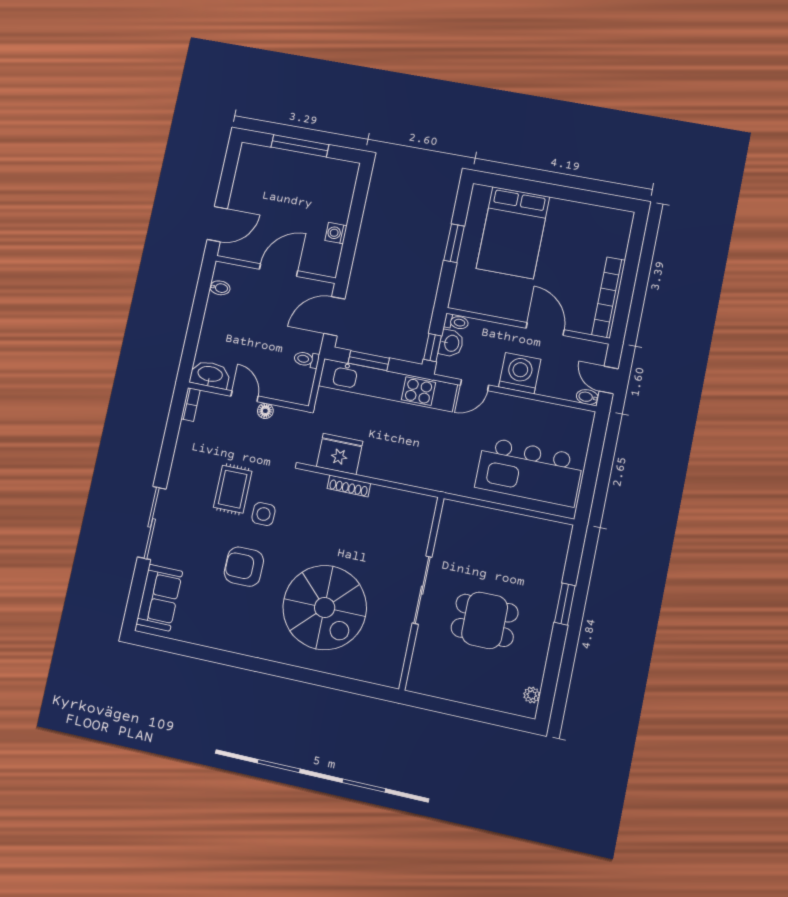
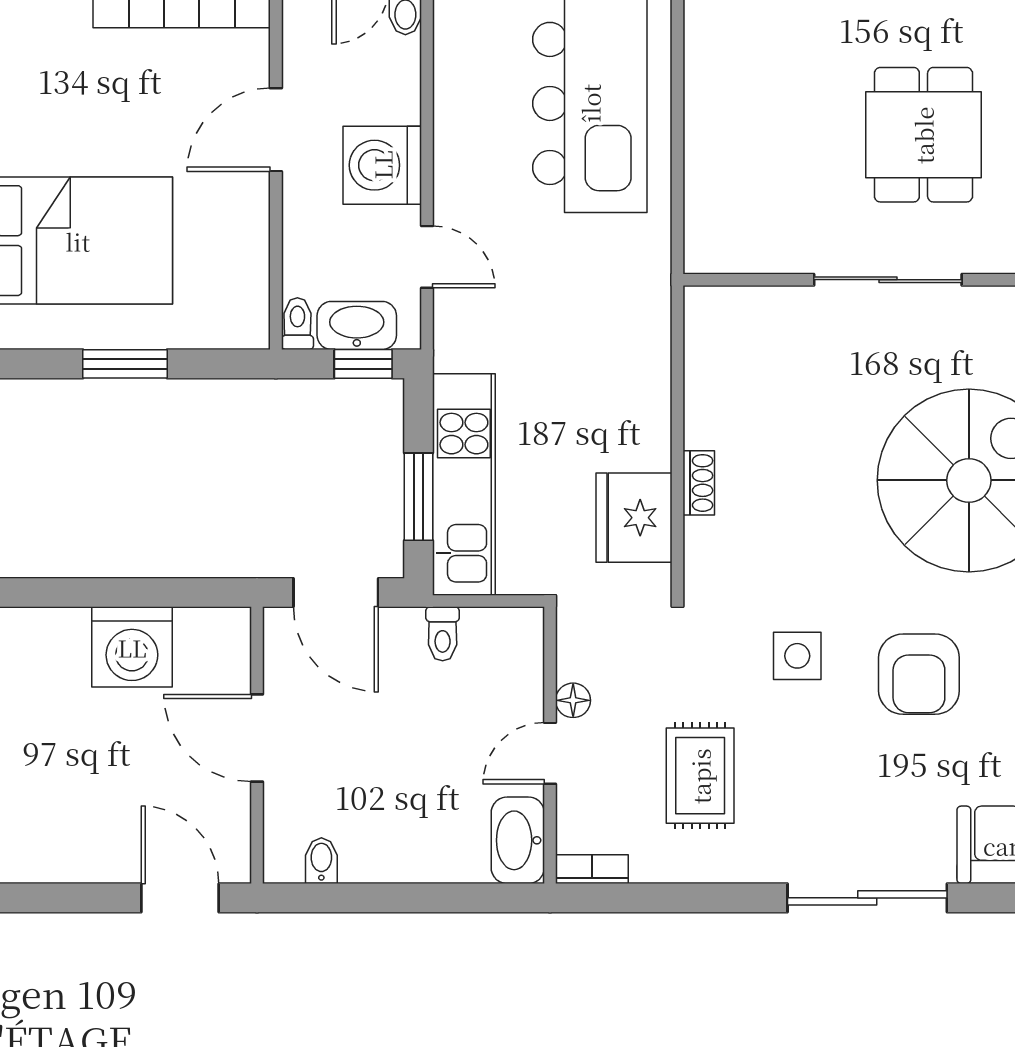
washing machine: (336, 233) -> (132, 647), width x1.89, depth x1.89
washbasin: (451, 343) -> (357, 325), width x1.38
kitchen unit: (388, 385) -> (464, 485), width x0.73
shoe rack: (349, 486) -> (699, 483), width x0.70
rug: (233, 489) -> (700, 776), moved, turned 90

